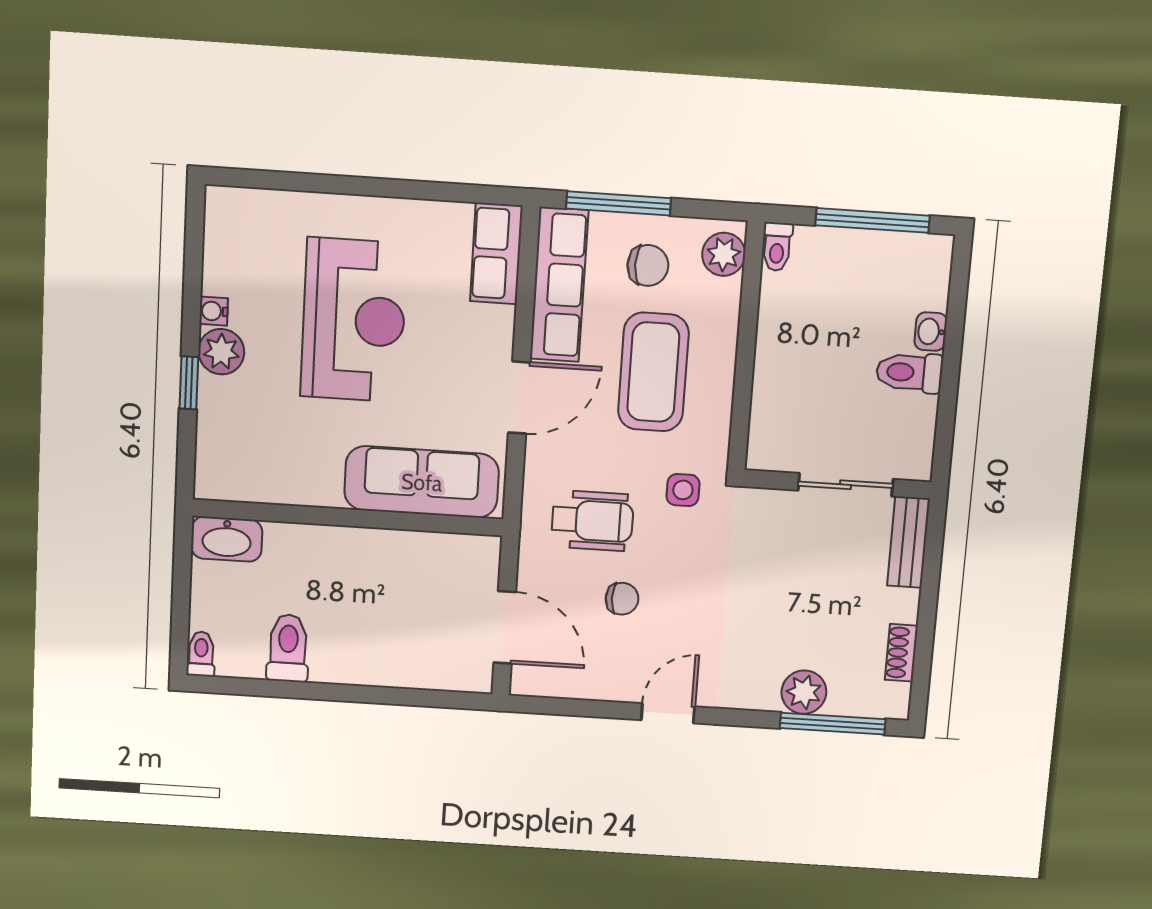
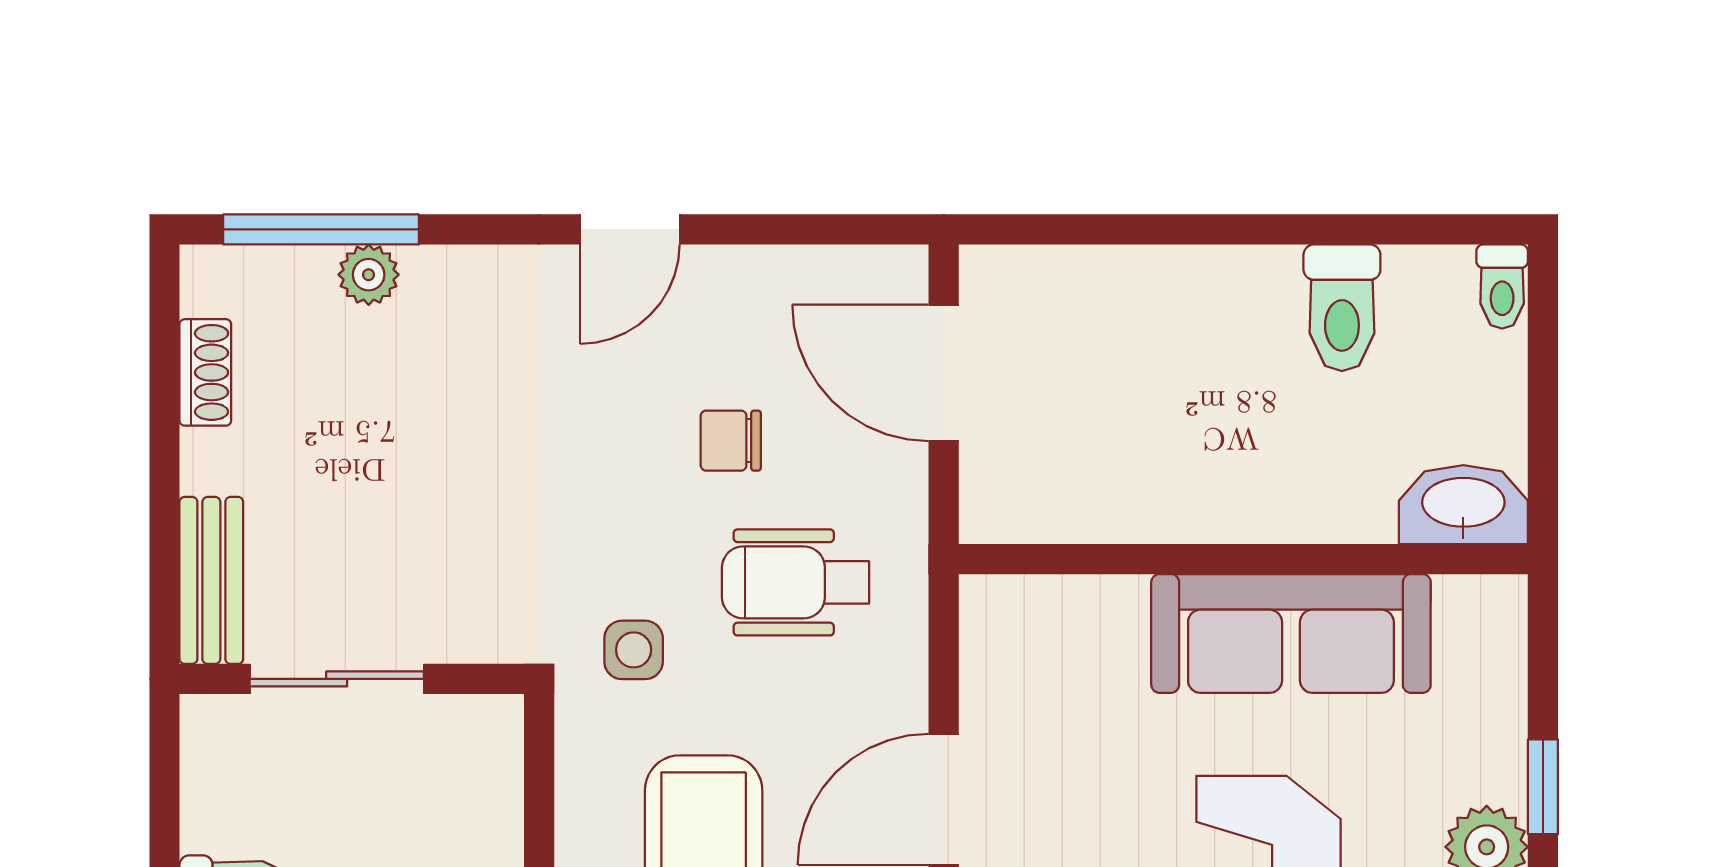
sofa: (422, 482) -> (1291, 633), moved
plant: (804, 692) -> (369, 275), width x0.73, depth x0.73

